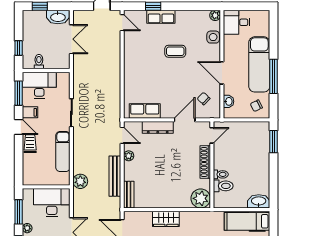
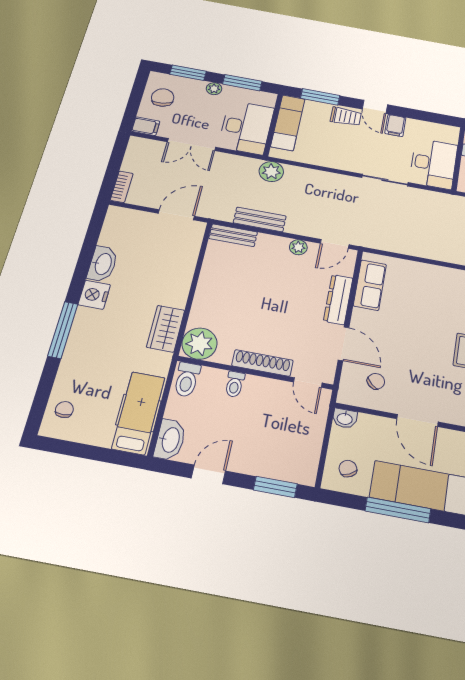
door: (222, 73) -> (417, 420), swing flipped
desk: (39, 85) -> (433, 164), moved
window: (19, 93) -> (320, 97), moved
washbasin: (229, 101) -> (345, 418), moved
door: (19, 127) -> (375, 107), hinge flipped
exam couch: (63, 152) -> (288, 123), moved, turned 90
bench: (115, 176) -> (260, 219), width x0.73
door: (273, 177) -> (208, 474), added
toilet: (223, 186) -> (187, 380), moved
wardrobe: (166, 219) -> (166, 329), moved

